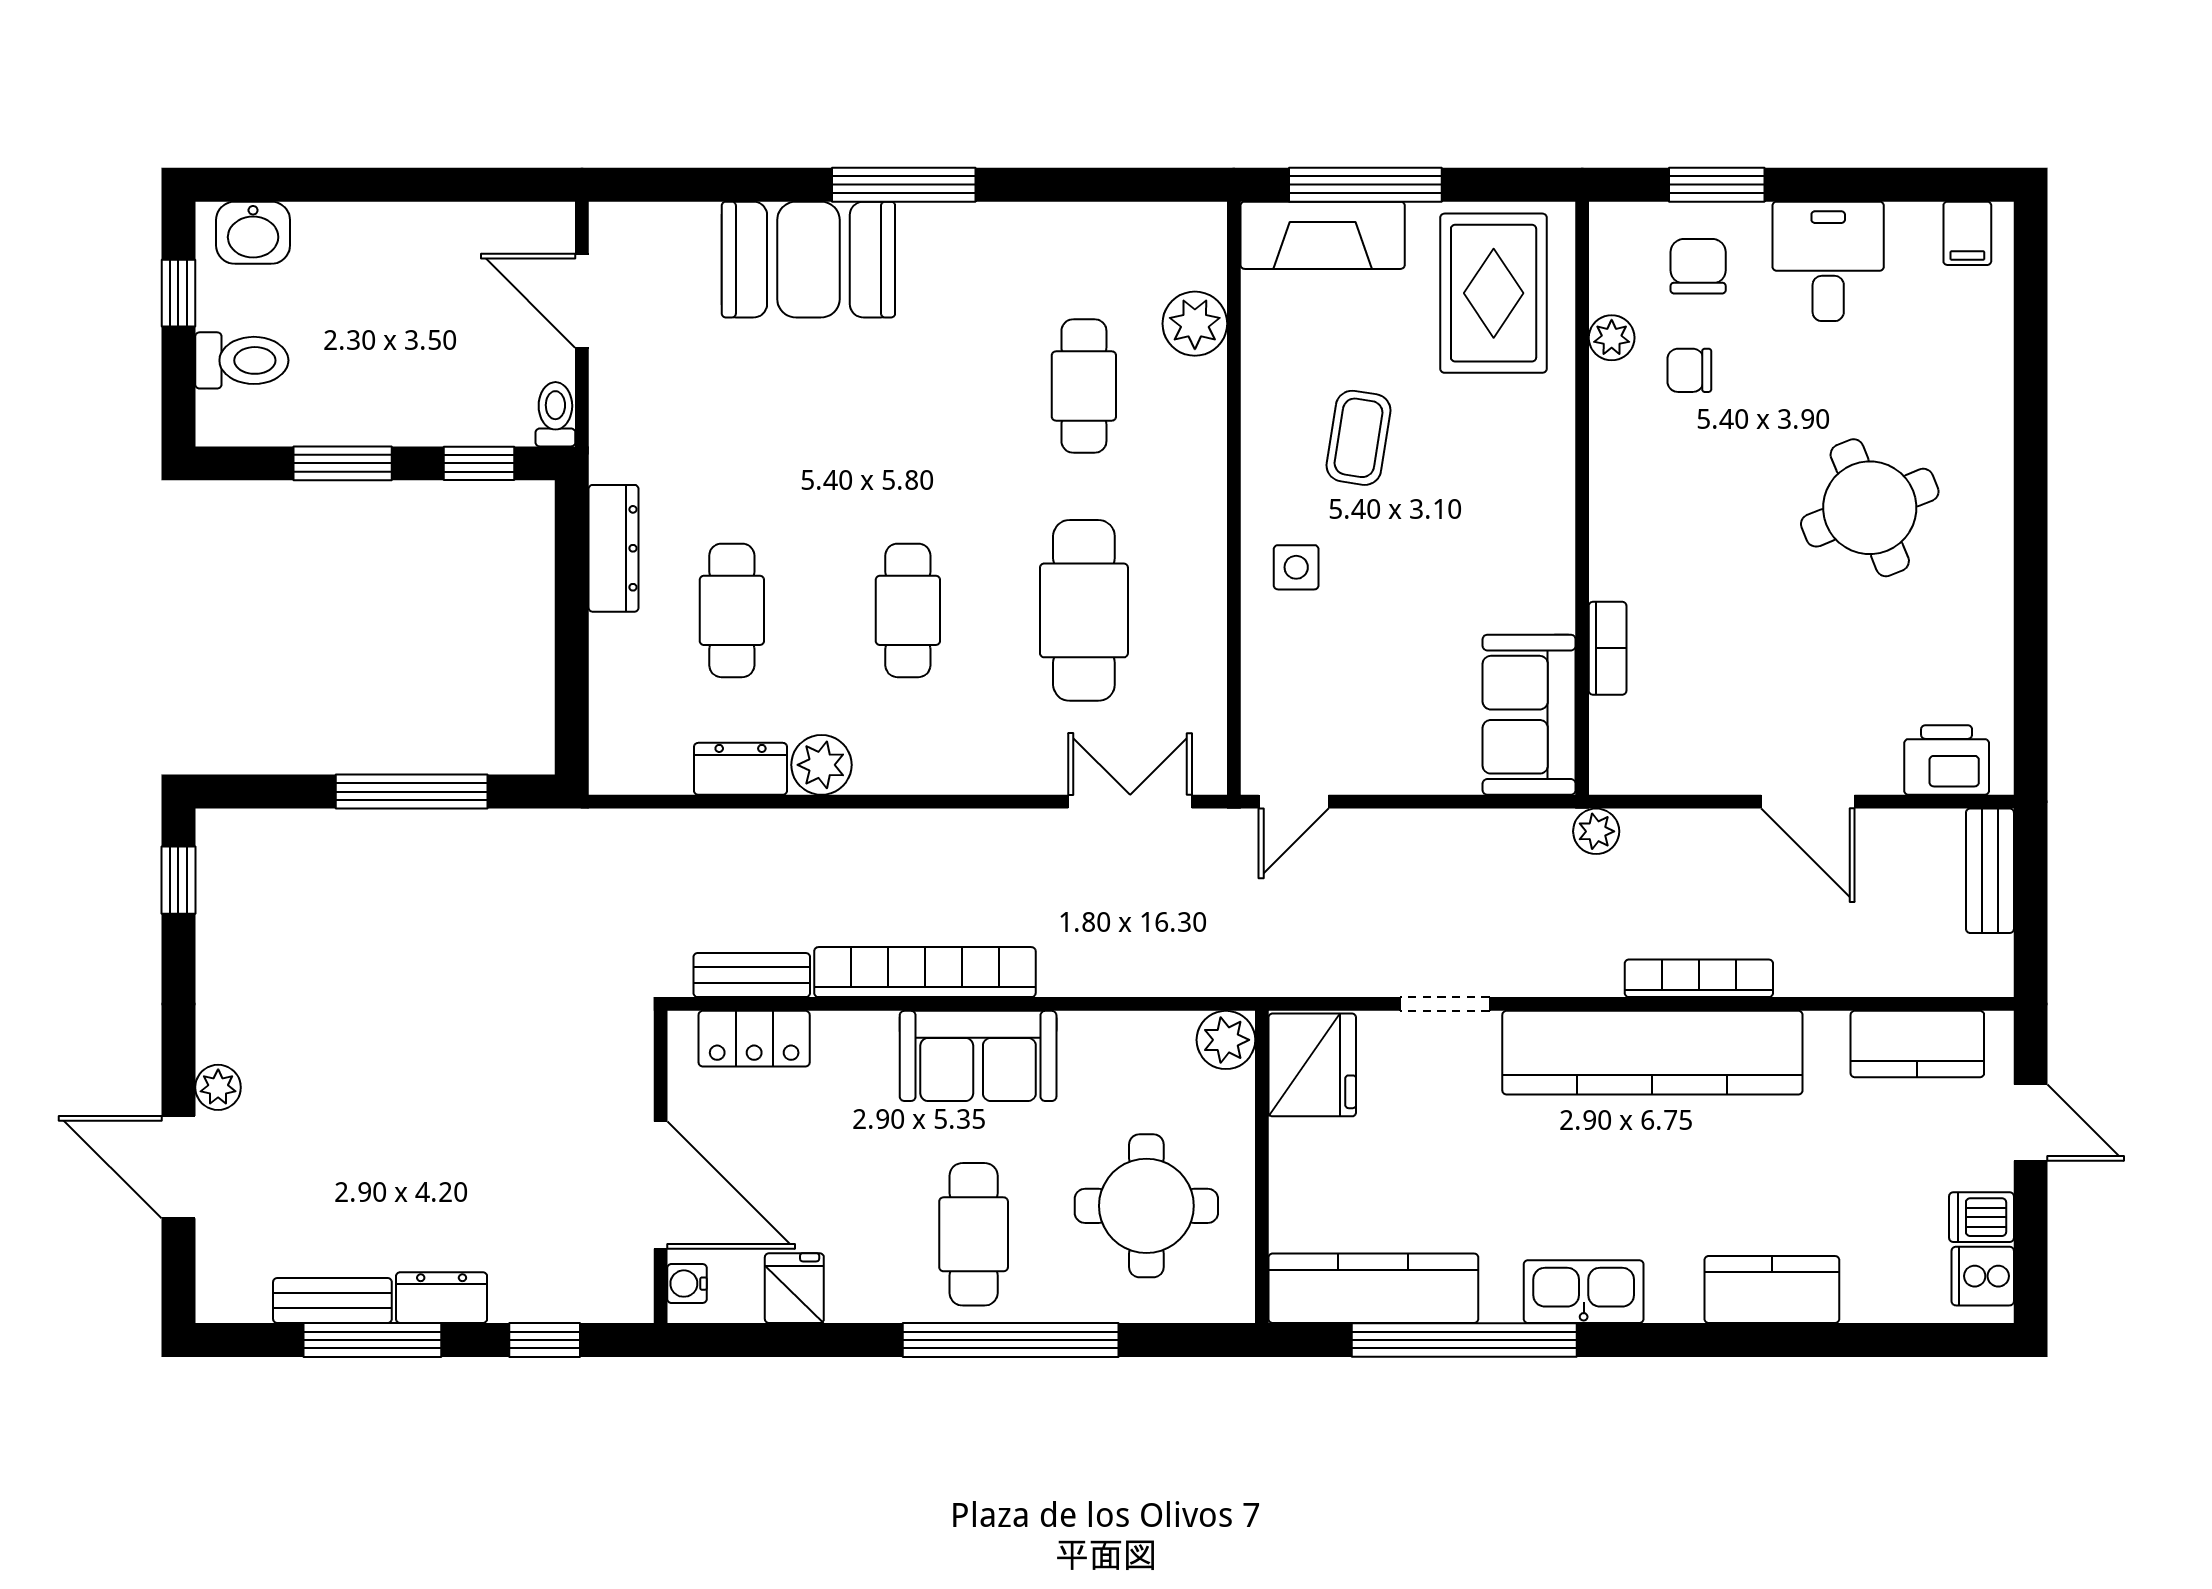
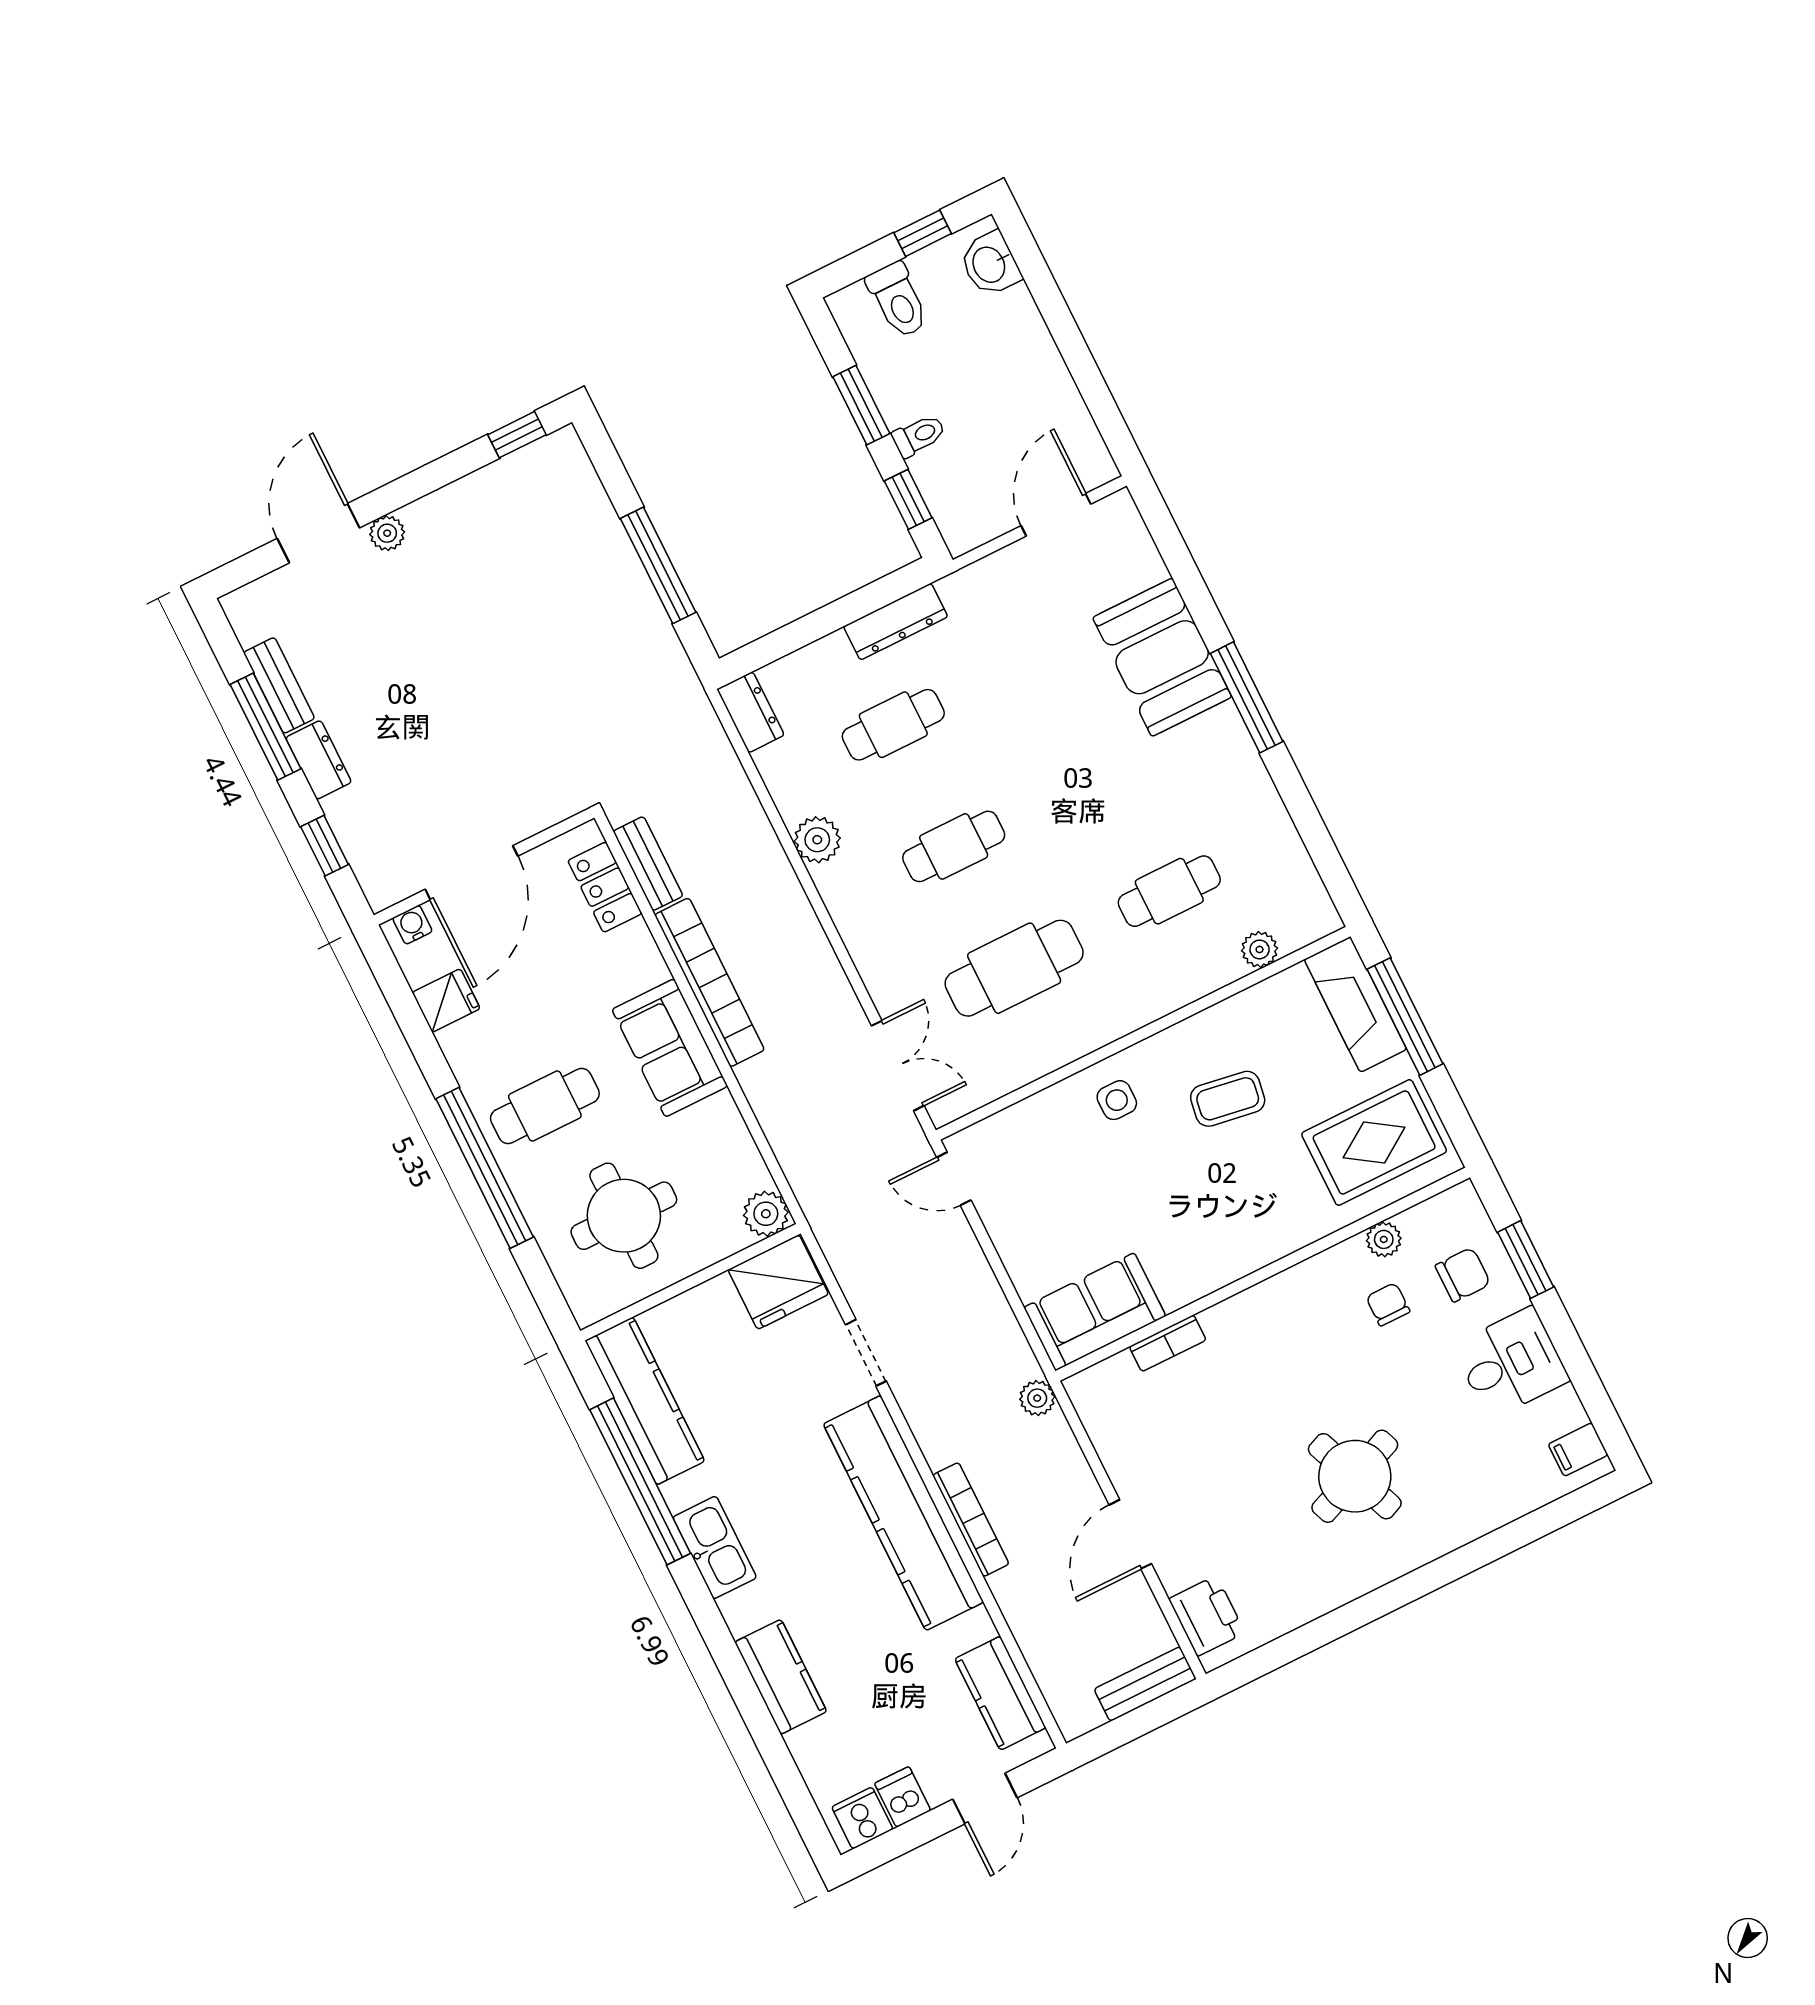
plant: (1195, 324) -> (1260, 949), width x0.73, depth x0.73
toilet: (555, 414) -> (919, 436), moved
dresser: (741, 769) -> (751, 712), moved

